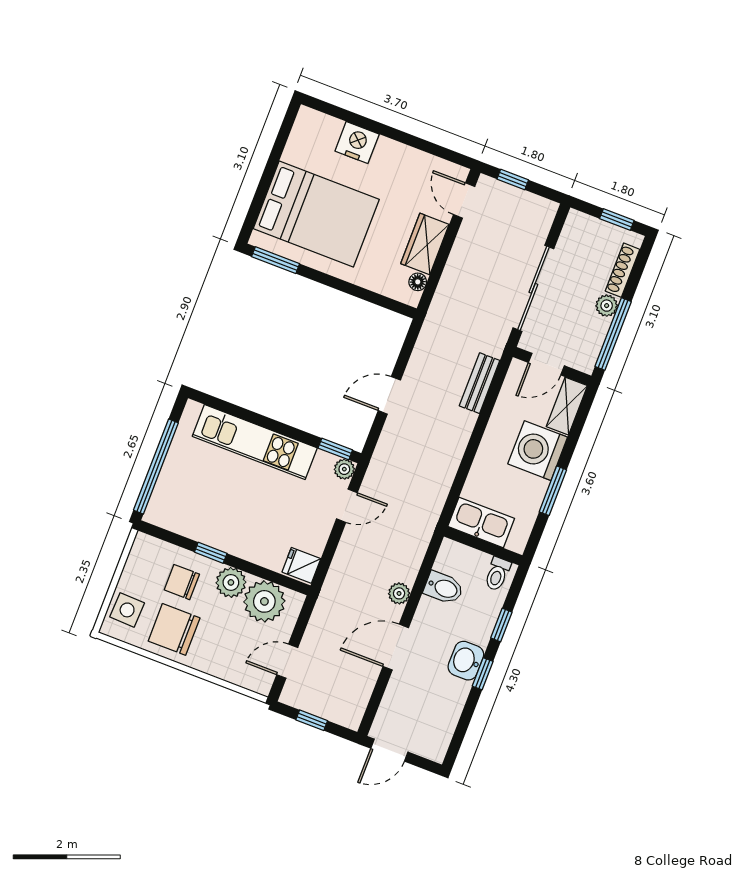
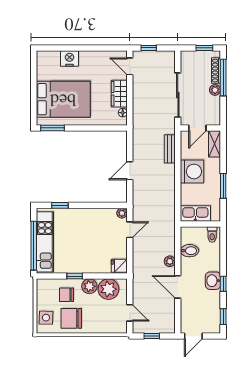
window: (613, 334) -> (223, 77), moved
kitchen unit: (255, 442) -> (45, 242), moved, turned -90
window: (335, 449) -> (60, 205), moved
washing machine: (538, 451) -> (192, 171), moved, turned 180
window: (501, 625) -> (223, 317), moved
door: (396, 647) -> (178, 287), hinge flipped
door: (287, 661) -> (130, 313), swing flipped

